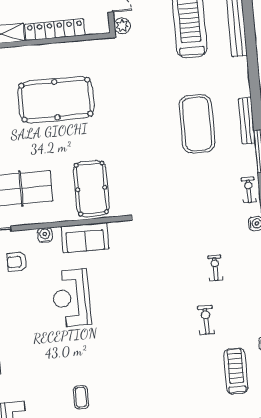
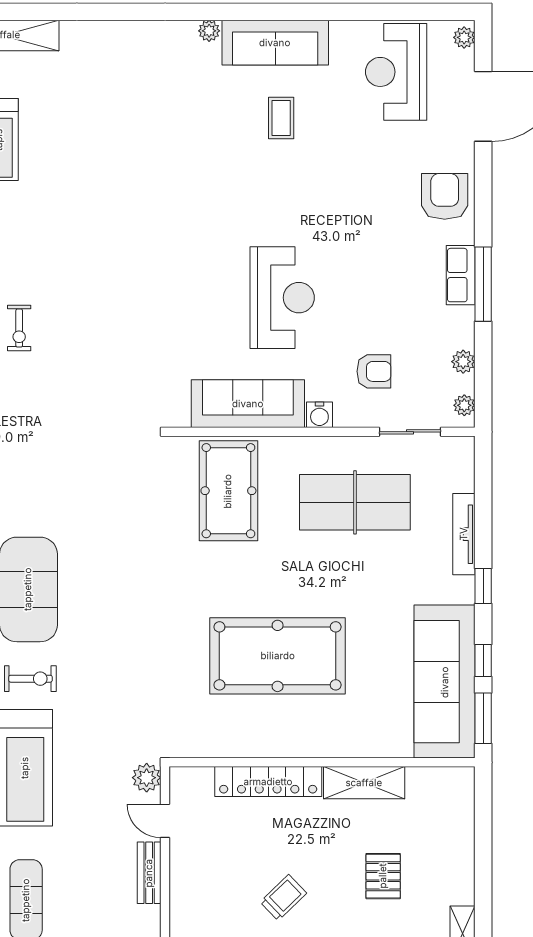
sofa: (85, 238) -> (248, 404), width x1.36
exercise bike: (206, 320) -> (30, 679), moved, turned -90

